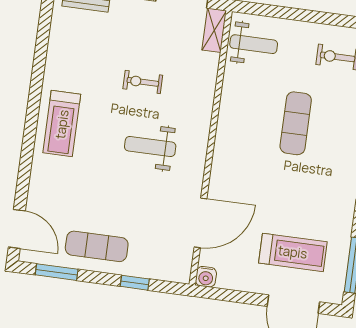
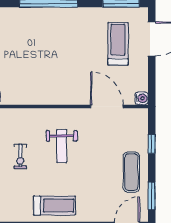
exercise mat: (296, 123) -> (34, 53), removed

